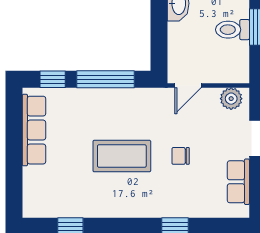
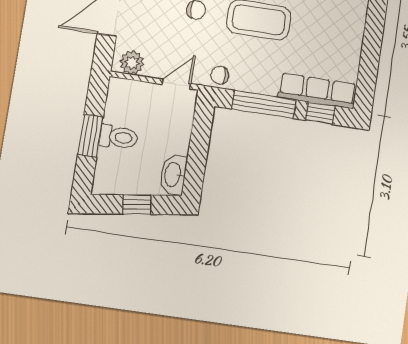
chair: (150, 100) -> (220, 75), added
row of seats: (34, 130) -> (317, 91), moved, turned 90

